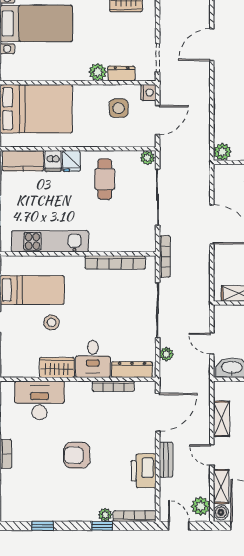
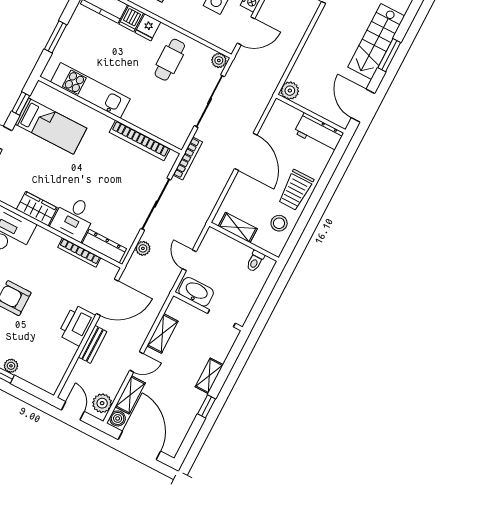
stool: (51, 322) -> (53, 165), removed
door: (212, 455) -> (136, 362), swing flipped
printer: (144, 471) -> (77, 325), moved
bookcase: (135, 516) -> (37, 381), removed

